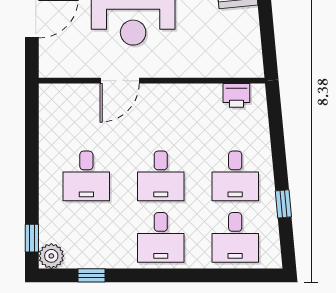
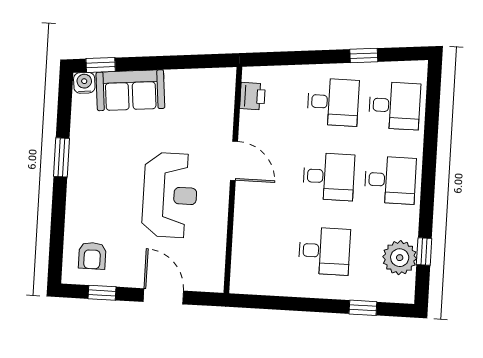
door: (120, 81) -> (234, 161), moved
window: (32, 238) -> (363, 308), moved
plant: (51, 256) -> (400, 258), moved, width x1.36, depth x1.36

